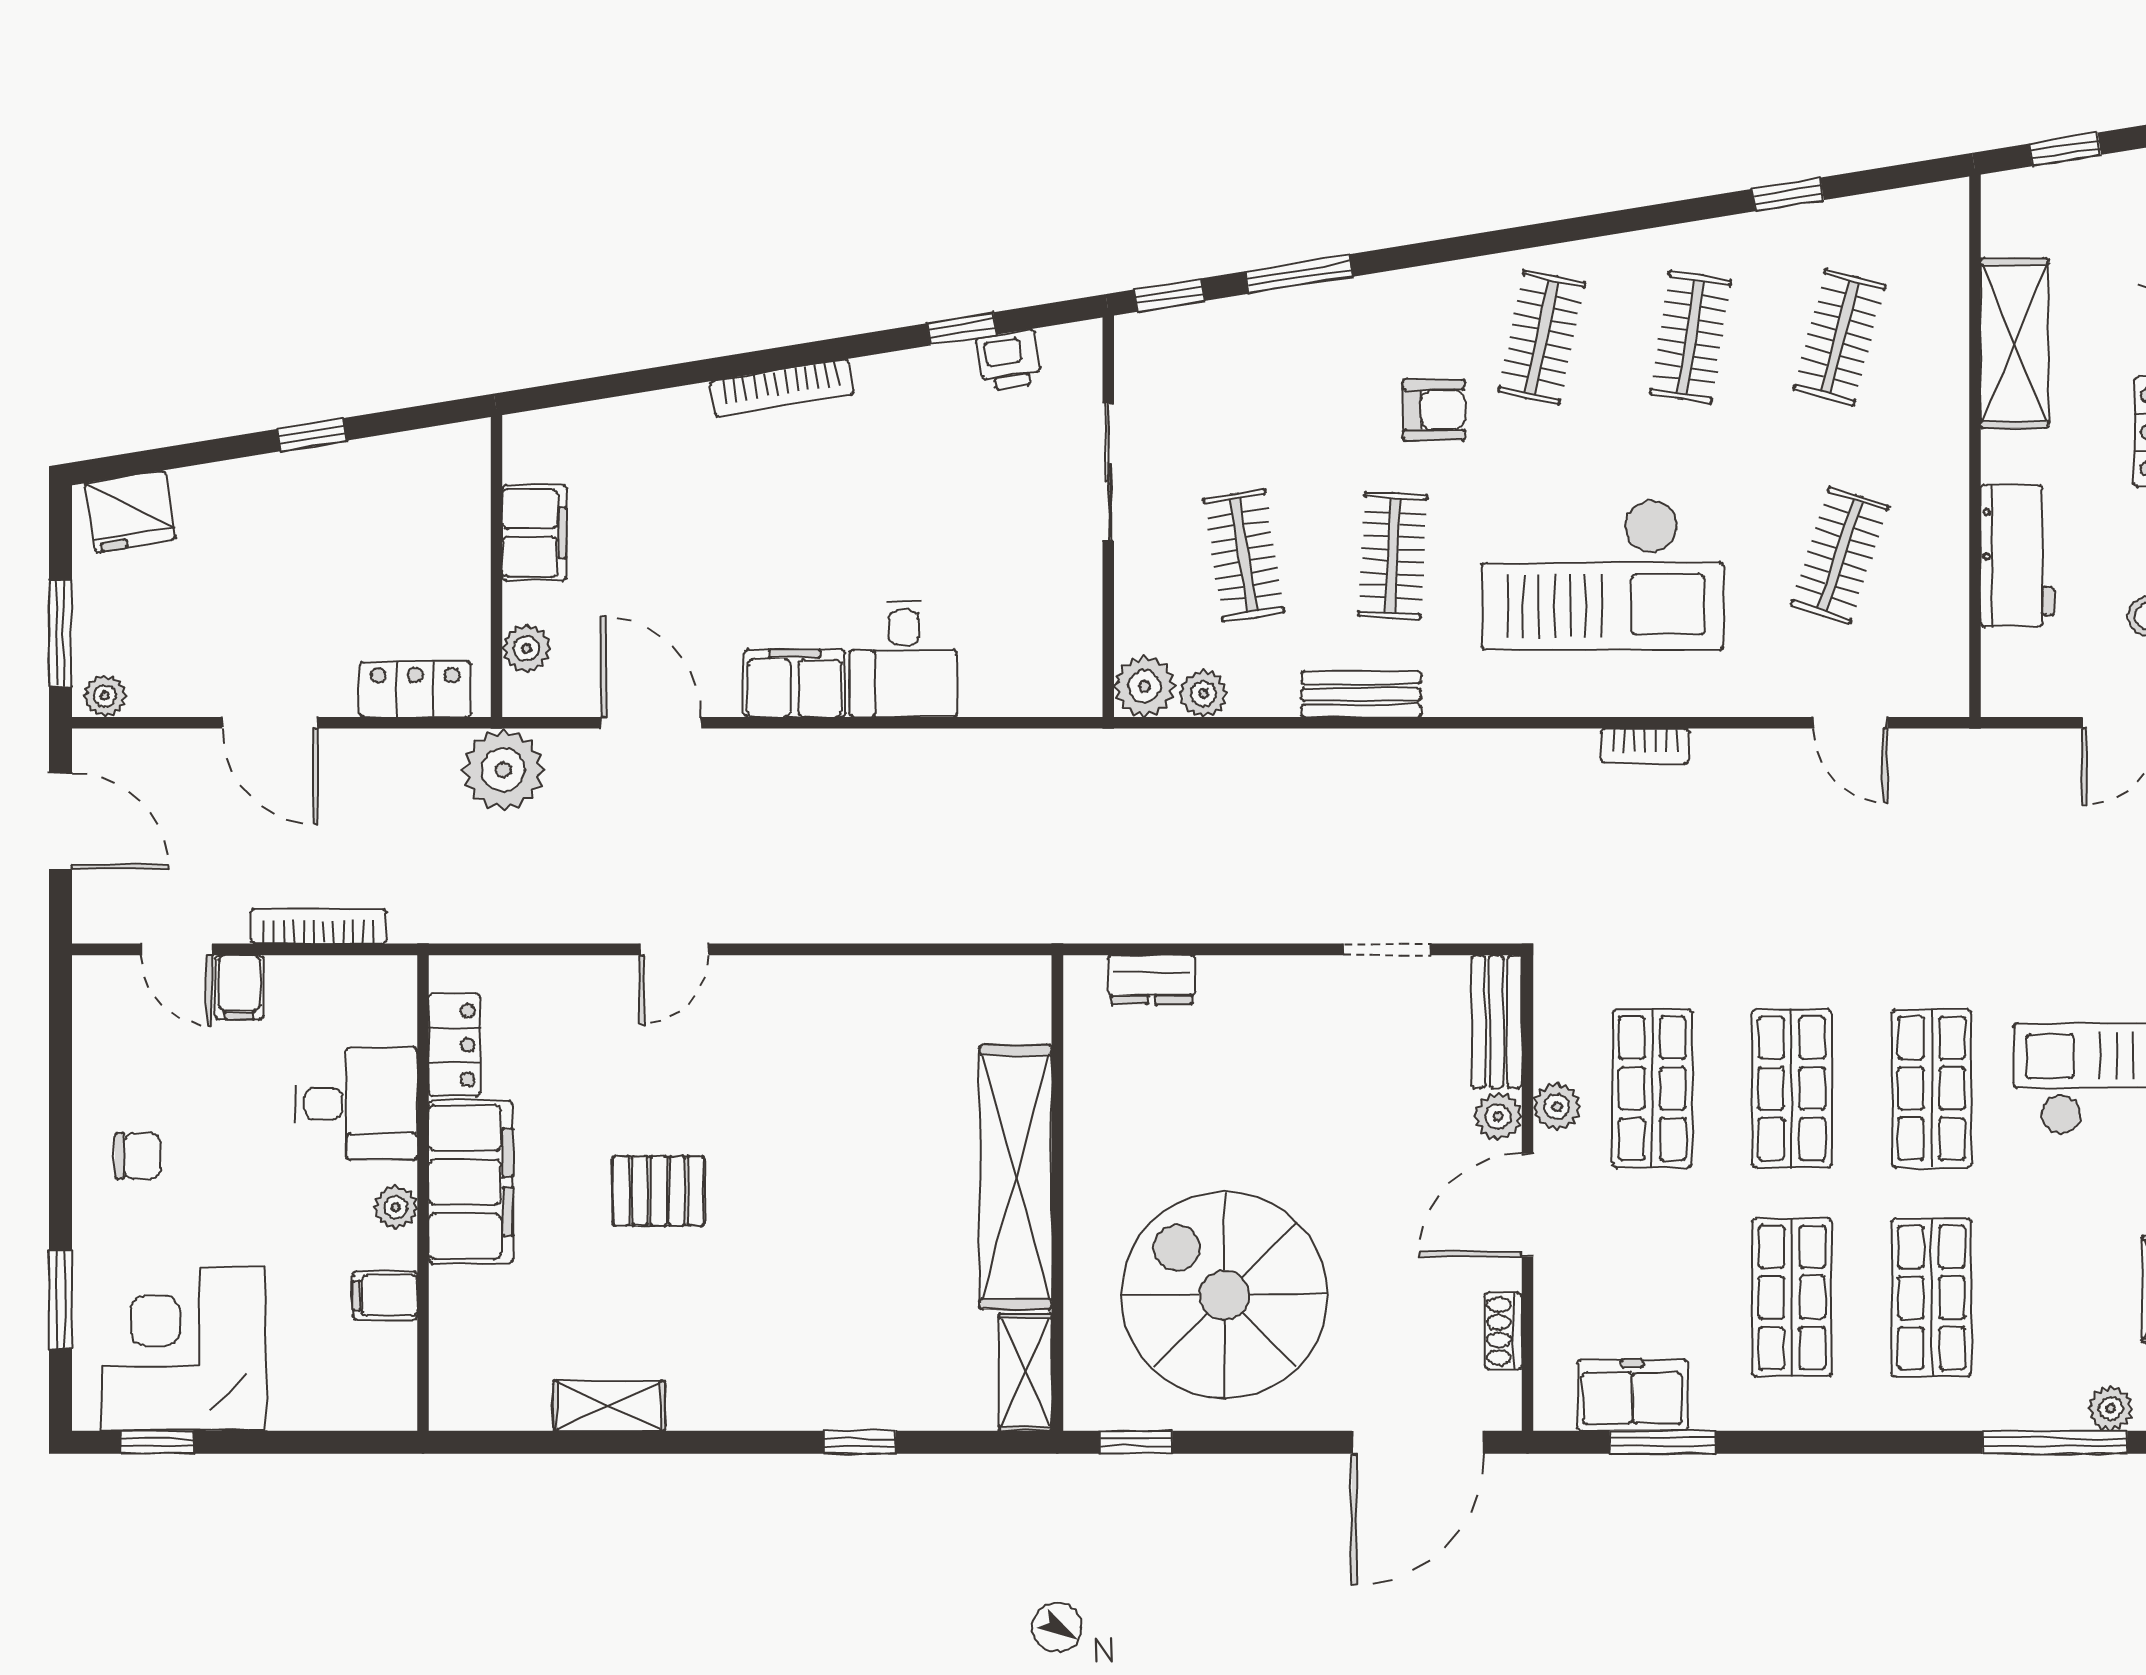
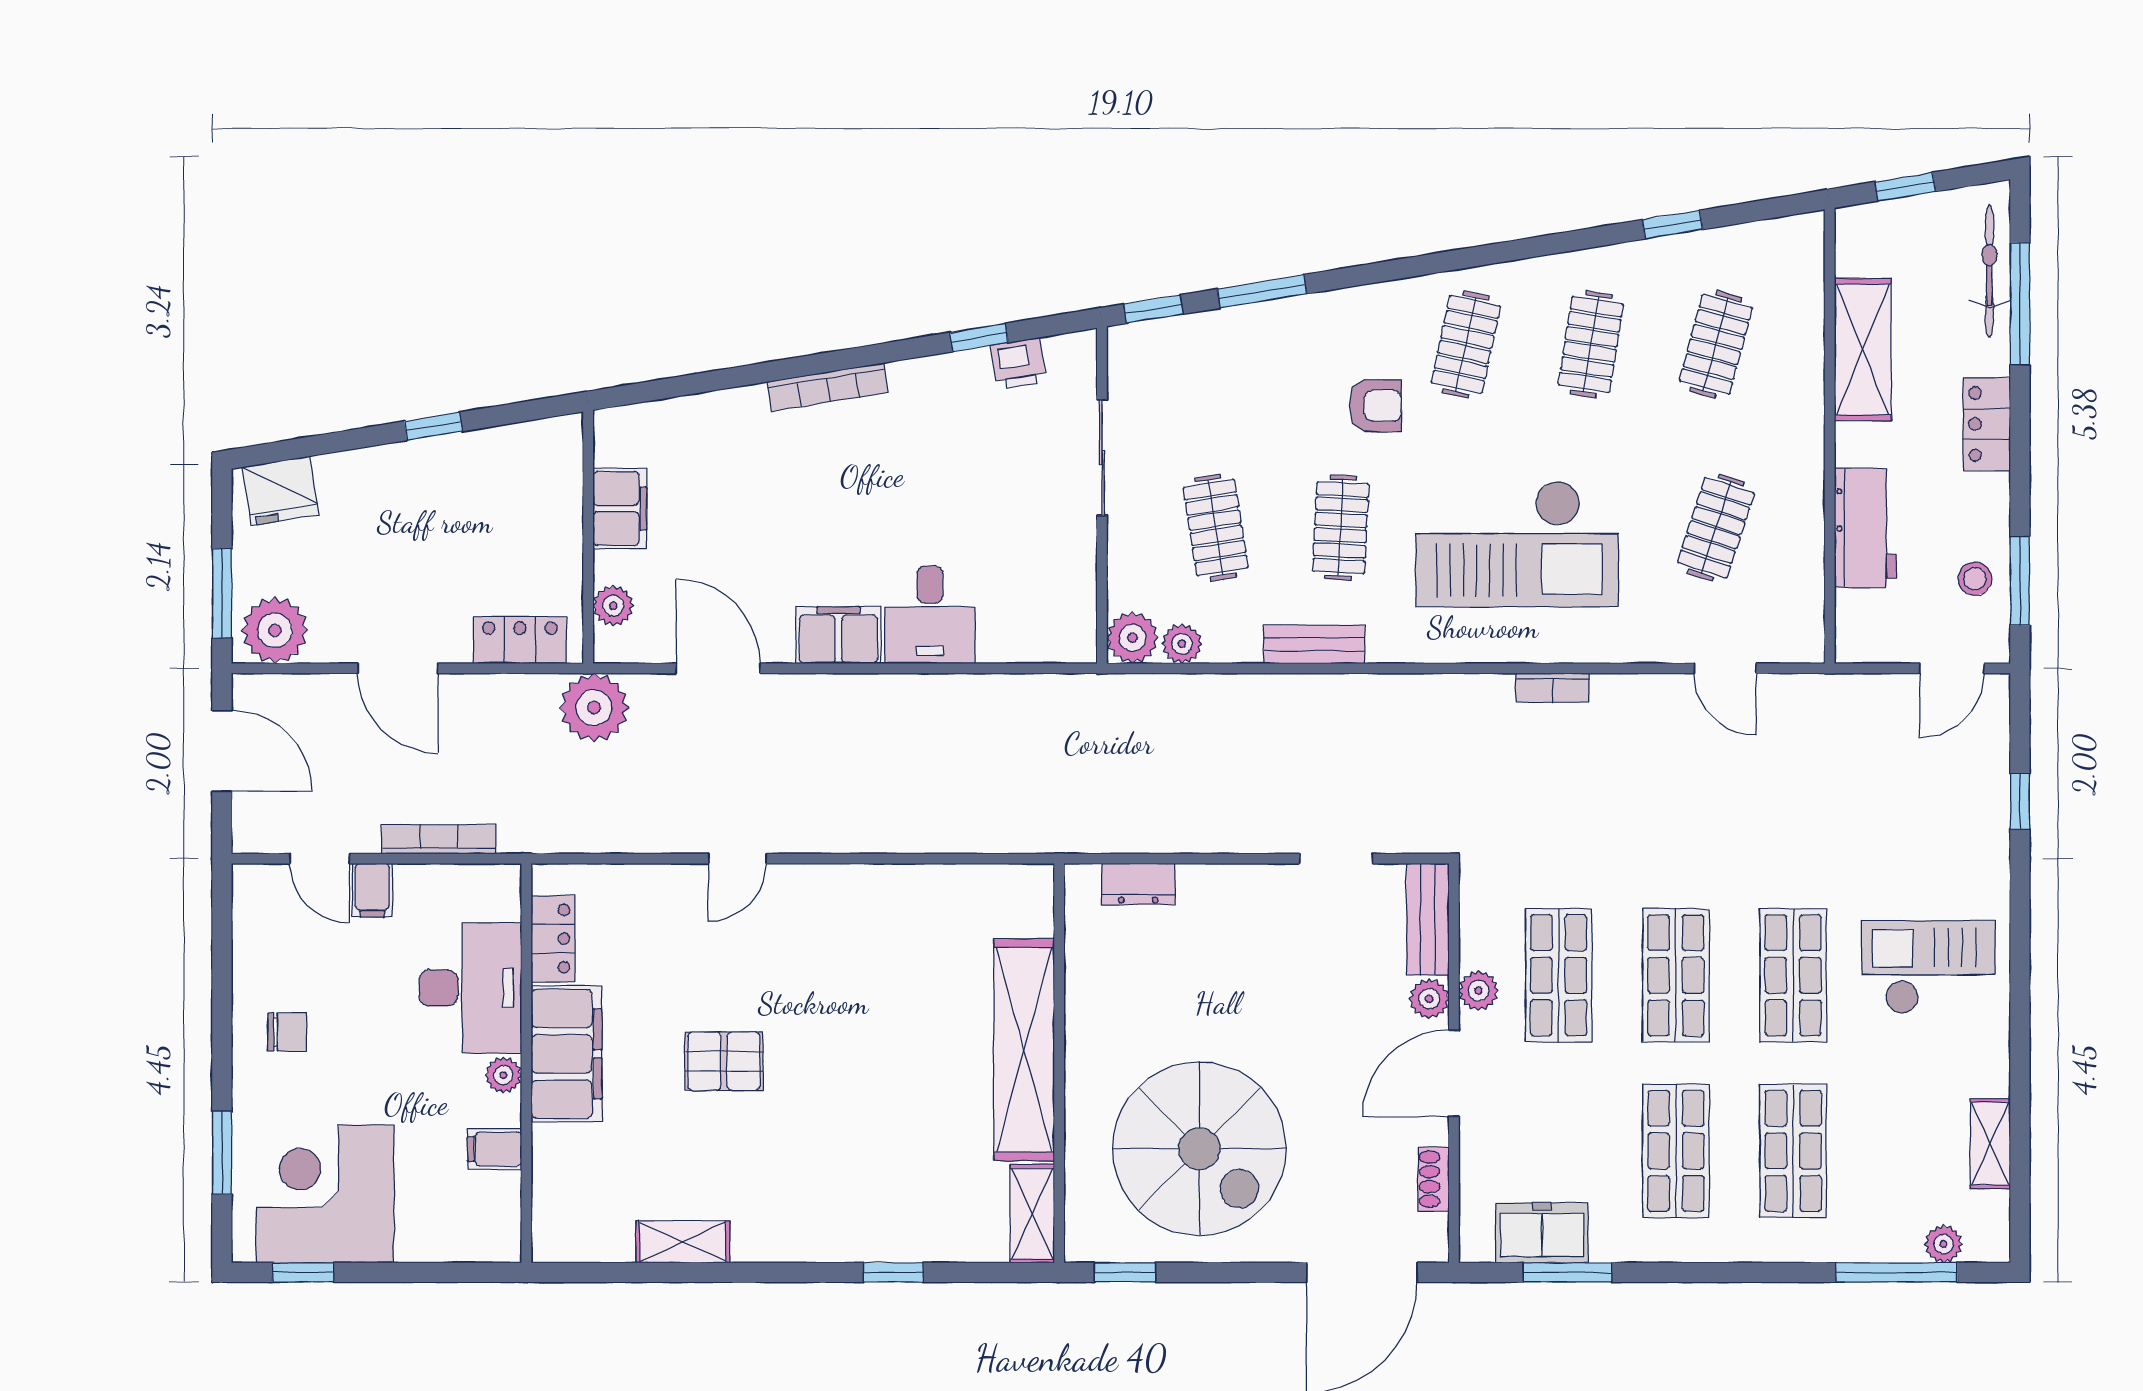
plant: (105, 696) -> (275, 630), width x1.88, depth x1.88
desk: (356, 1103) -> (470, 988), width x1.37
spiral stairs: (1224, 1295) -> (1199, 1149), turned 180

